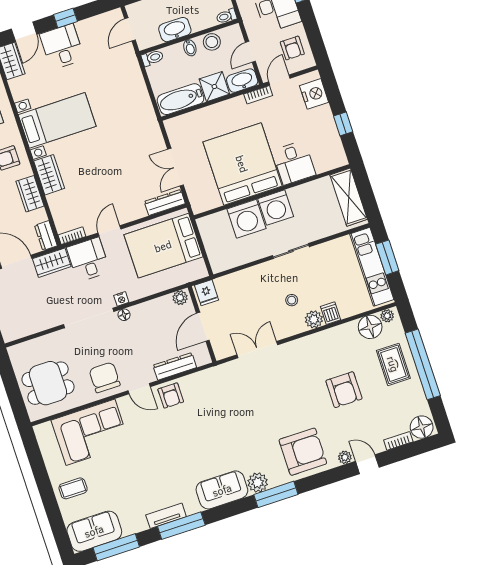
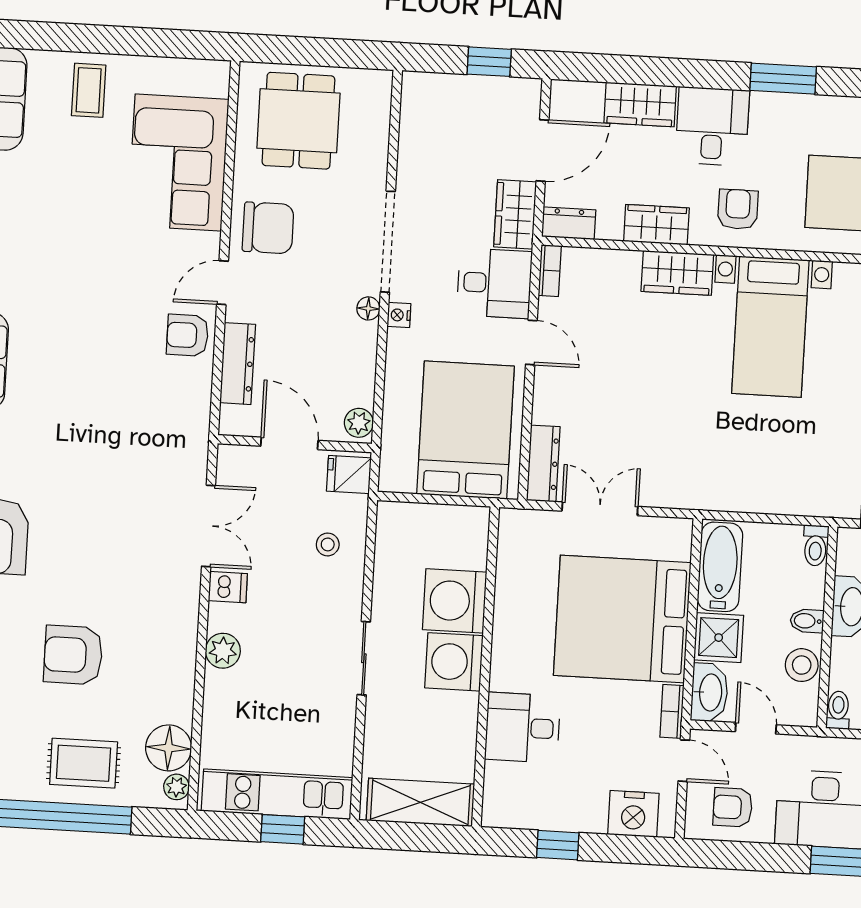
bed: (242, 164) -> (622, 619), moved, turned 180
window: (387, 257) -> (283, 829), width x0.67
stool: (292, 300) -> (328, 544), moved
dishwasher: (330, 313) -> (228, 587), moved

